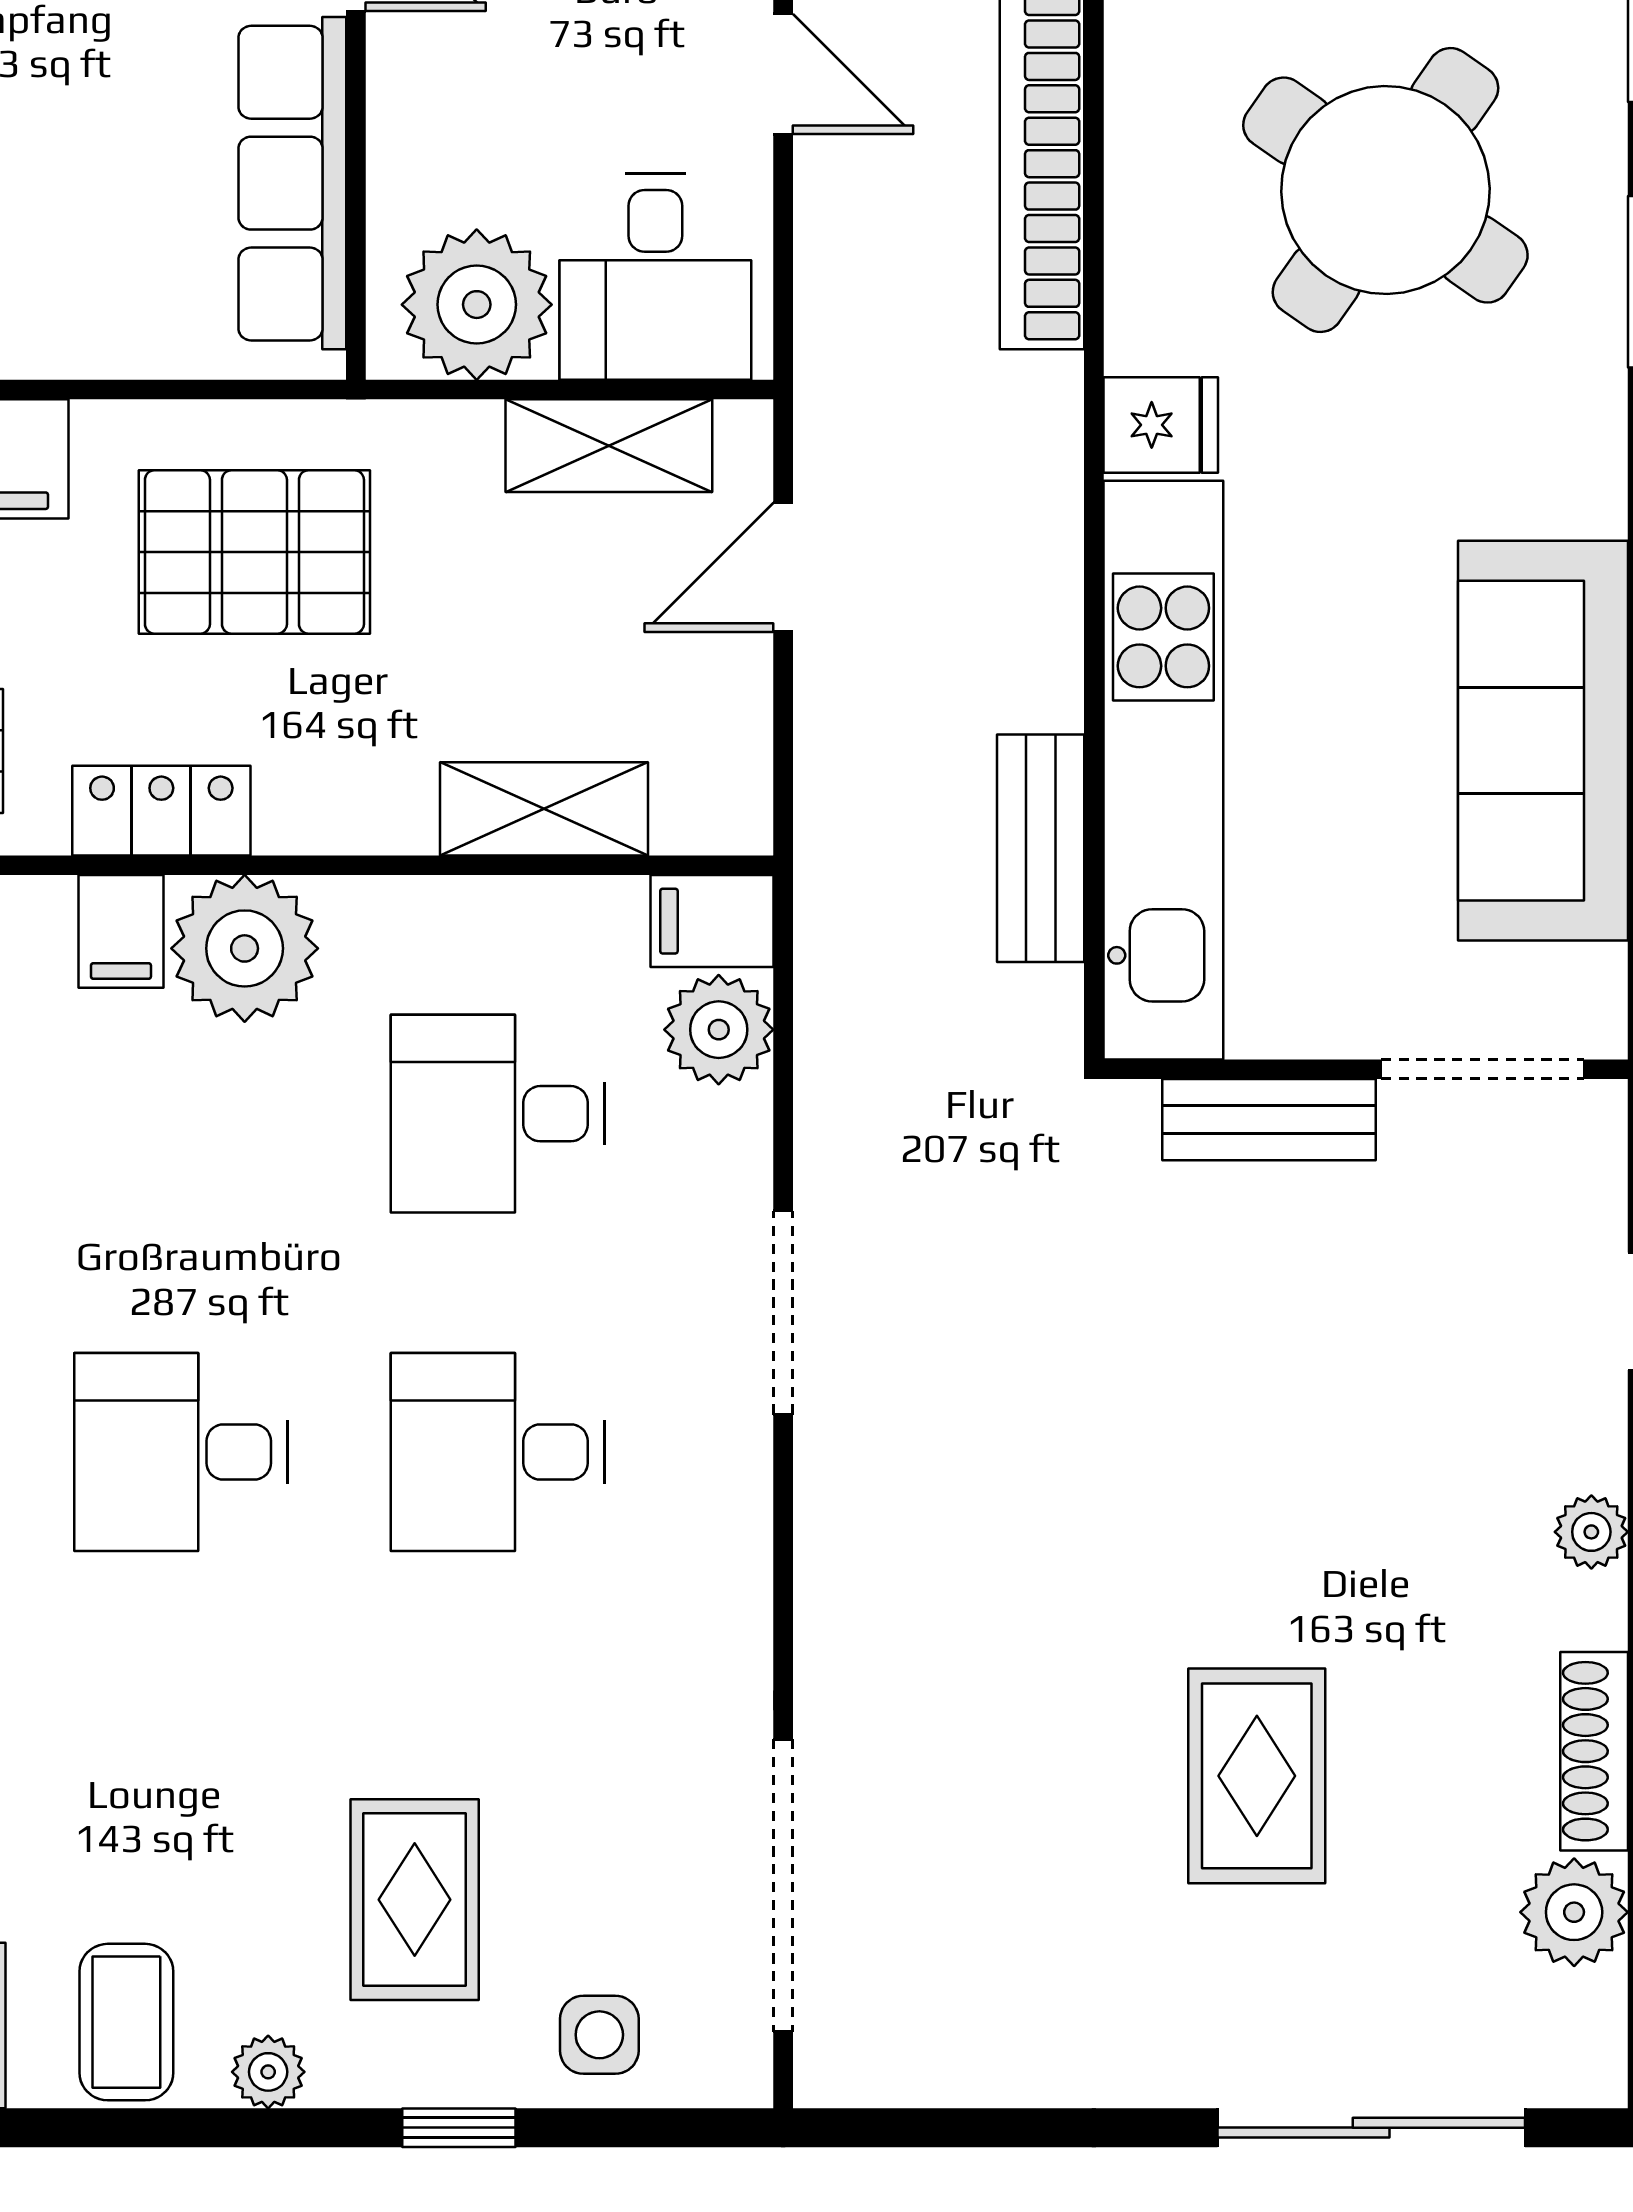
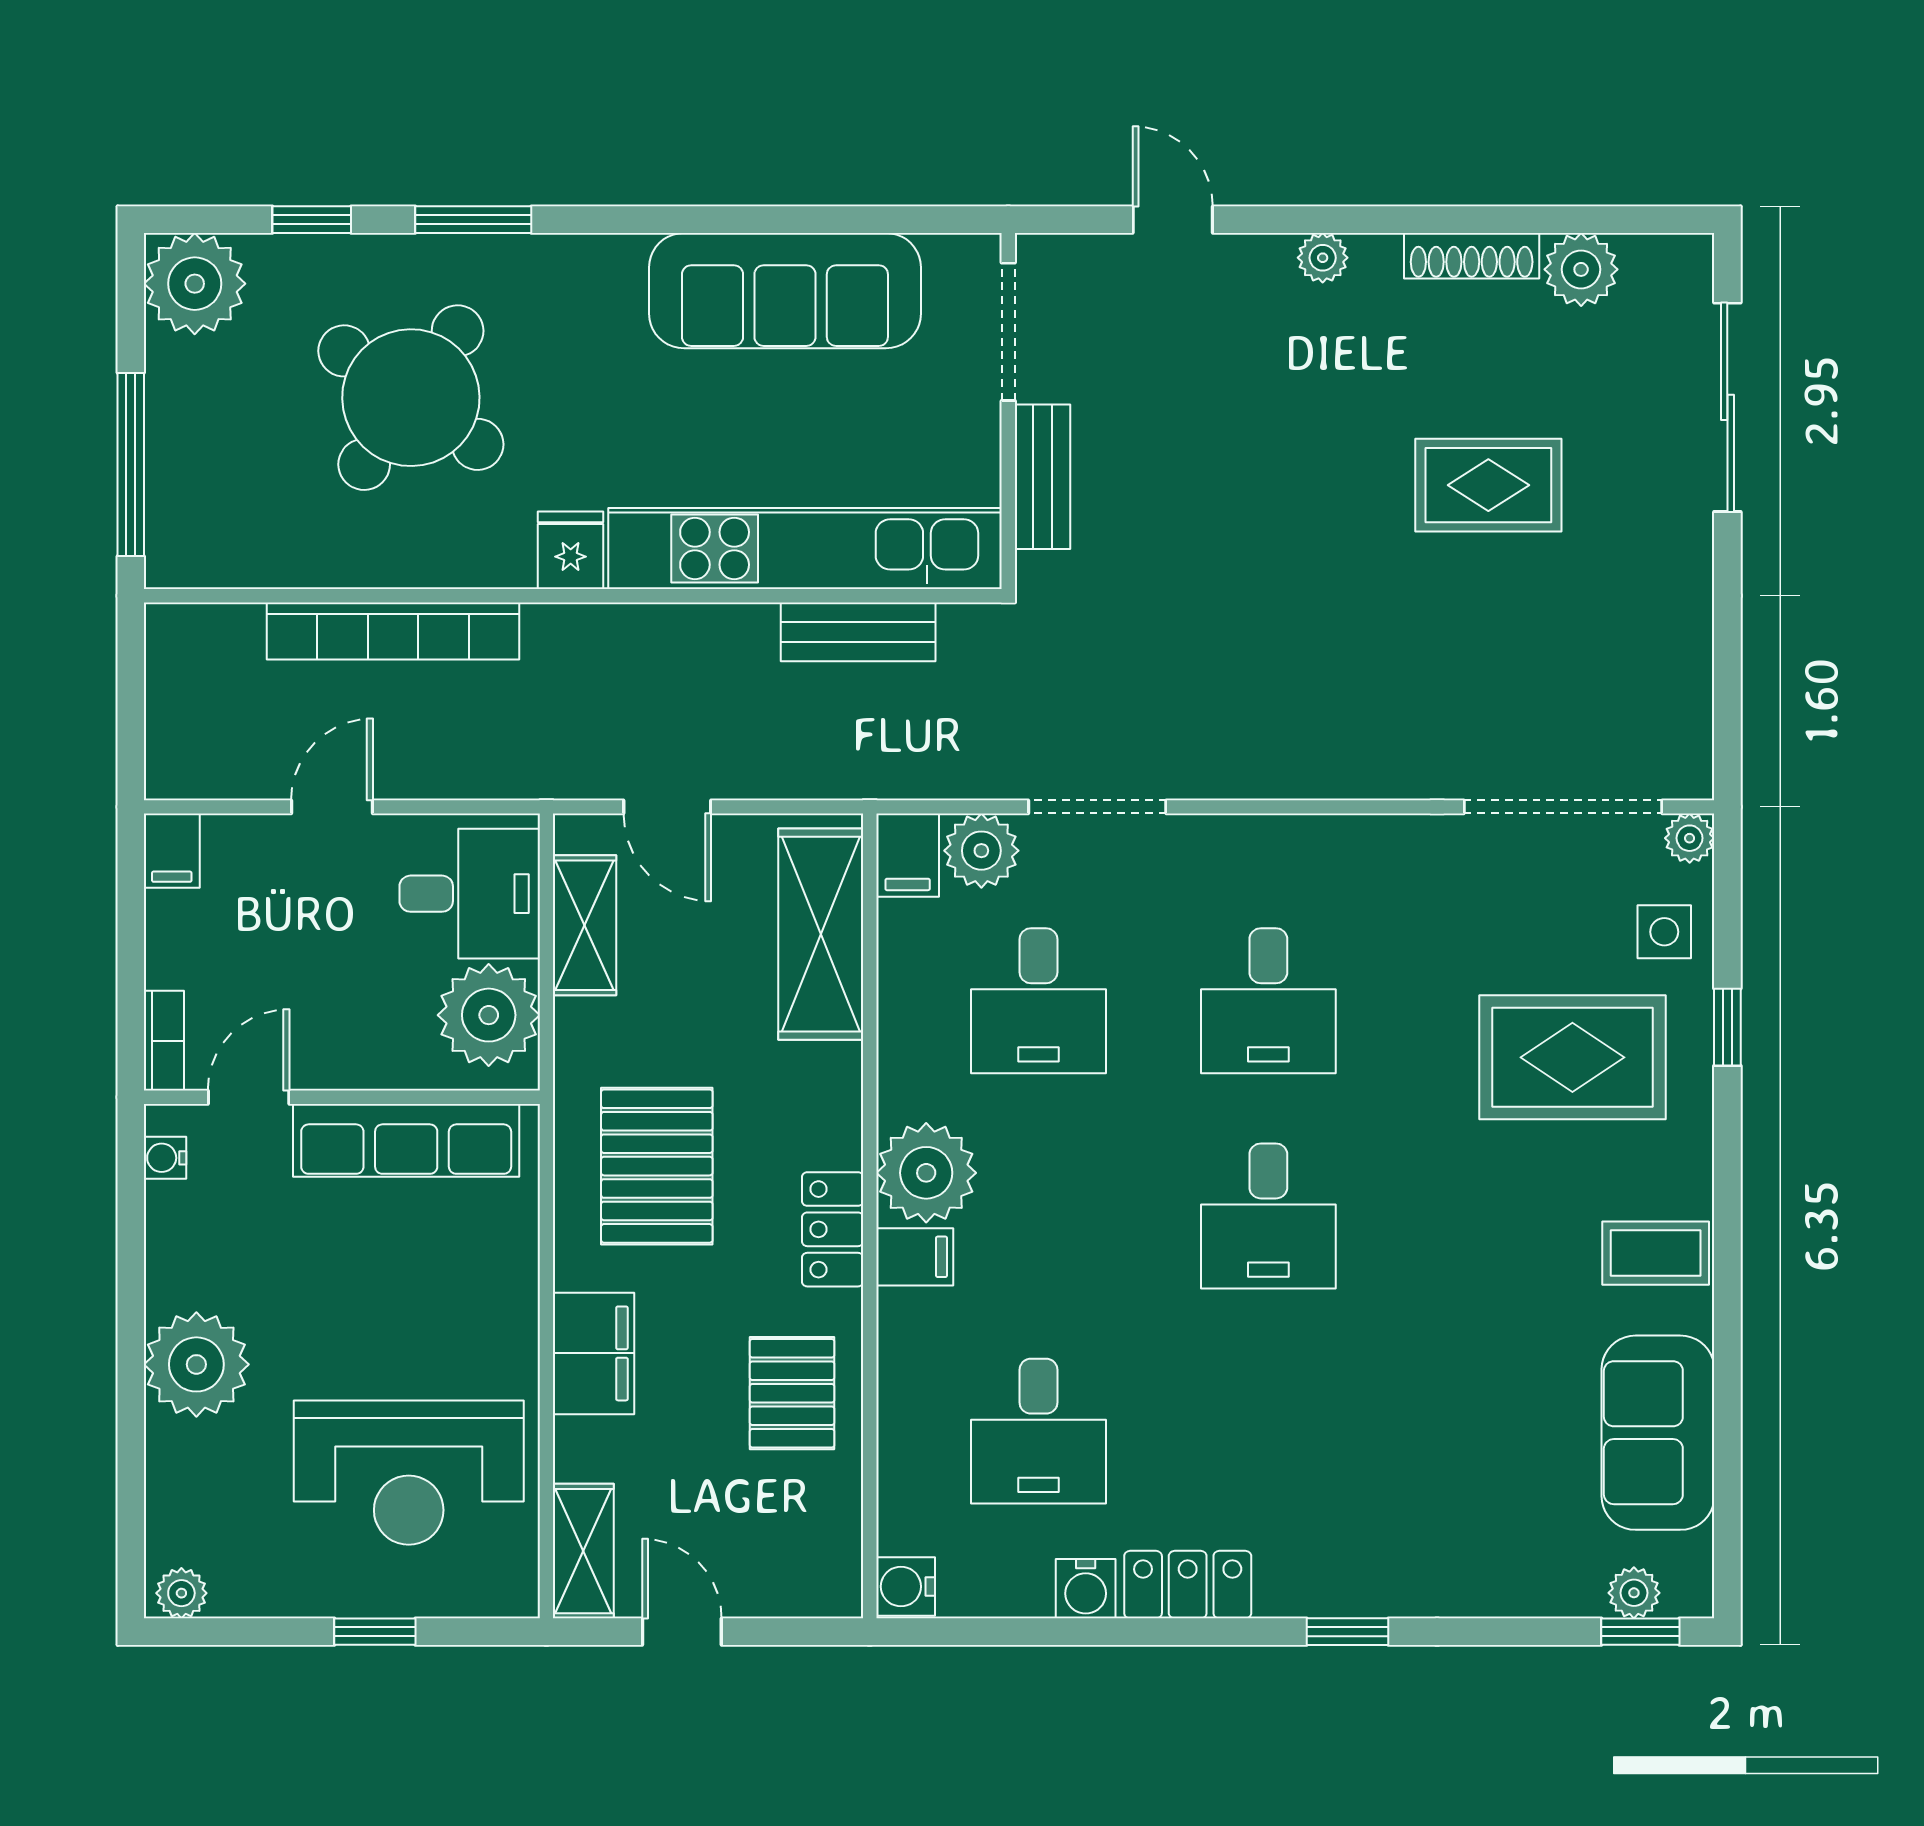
shelving: (544, 809) -> (821, 934), width x1.50, depth x1.33
doorway: (783, 1313) -> (1097, 807), moved
rug: (415, 1900) -> (1572, 1057), width x1.36, depth x1.43
plant: (268, 2072) -> (1690, 838), moved

